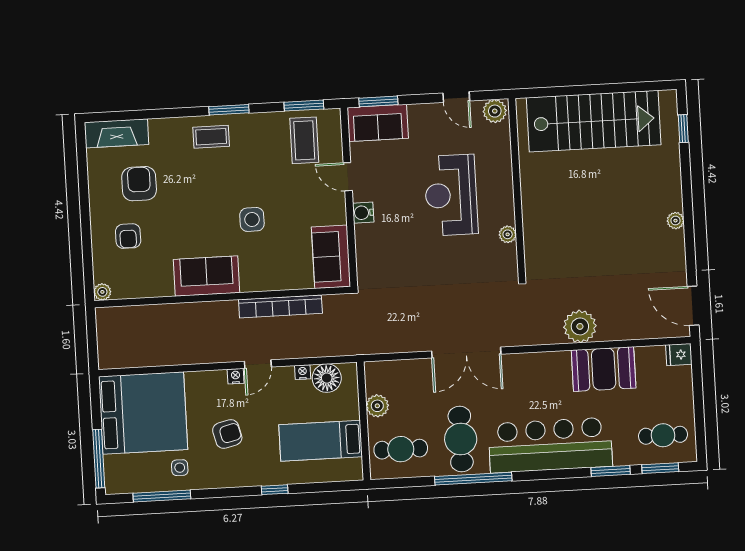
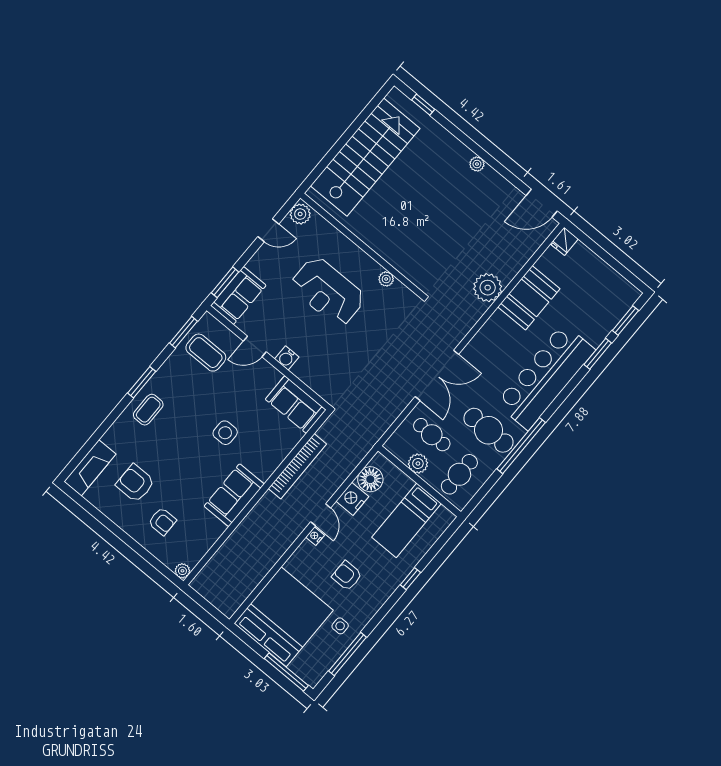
nightstand: (303, 372) -> (352, 499), width x1.89, depth x1.79
armchair: (227, 434) -> (347, 576), turned -76
cafe table: (663, 435) -> (432, 435), moved, turned 90

